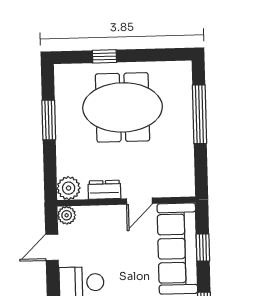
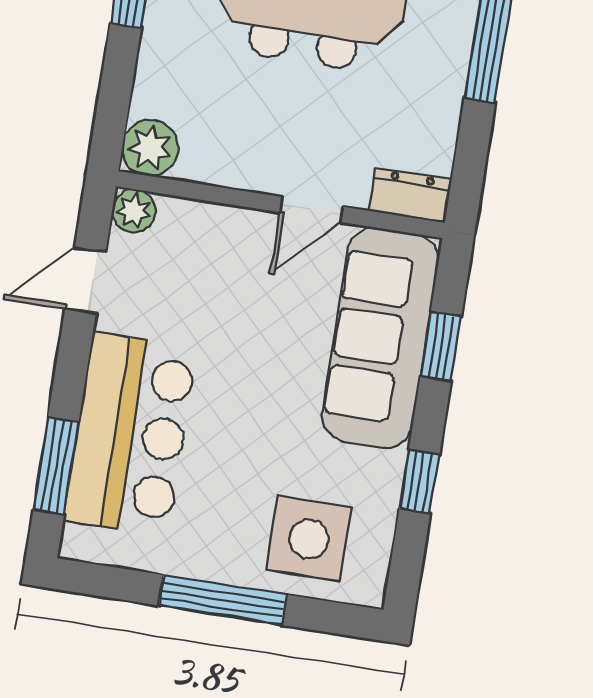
dresser: (104, 190) -> (410, 195), moved

